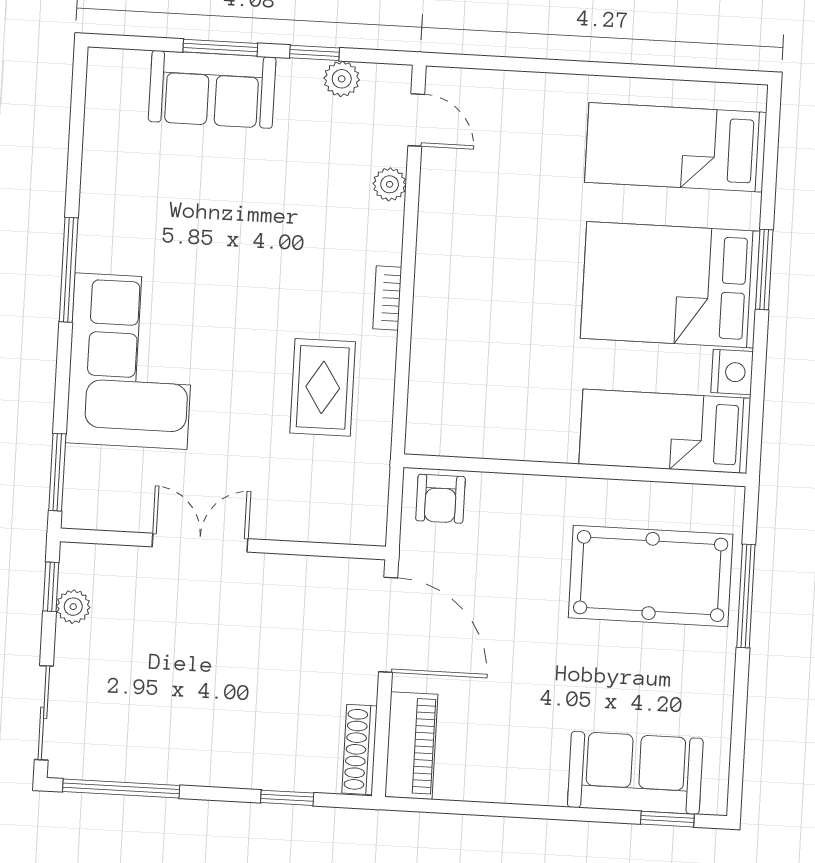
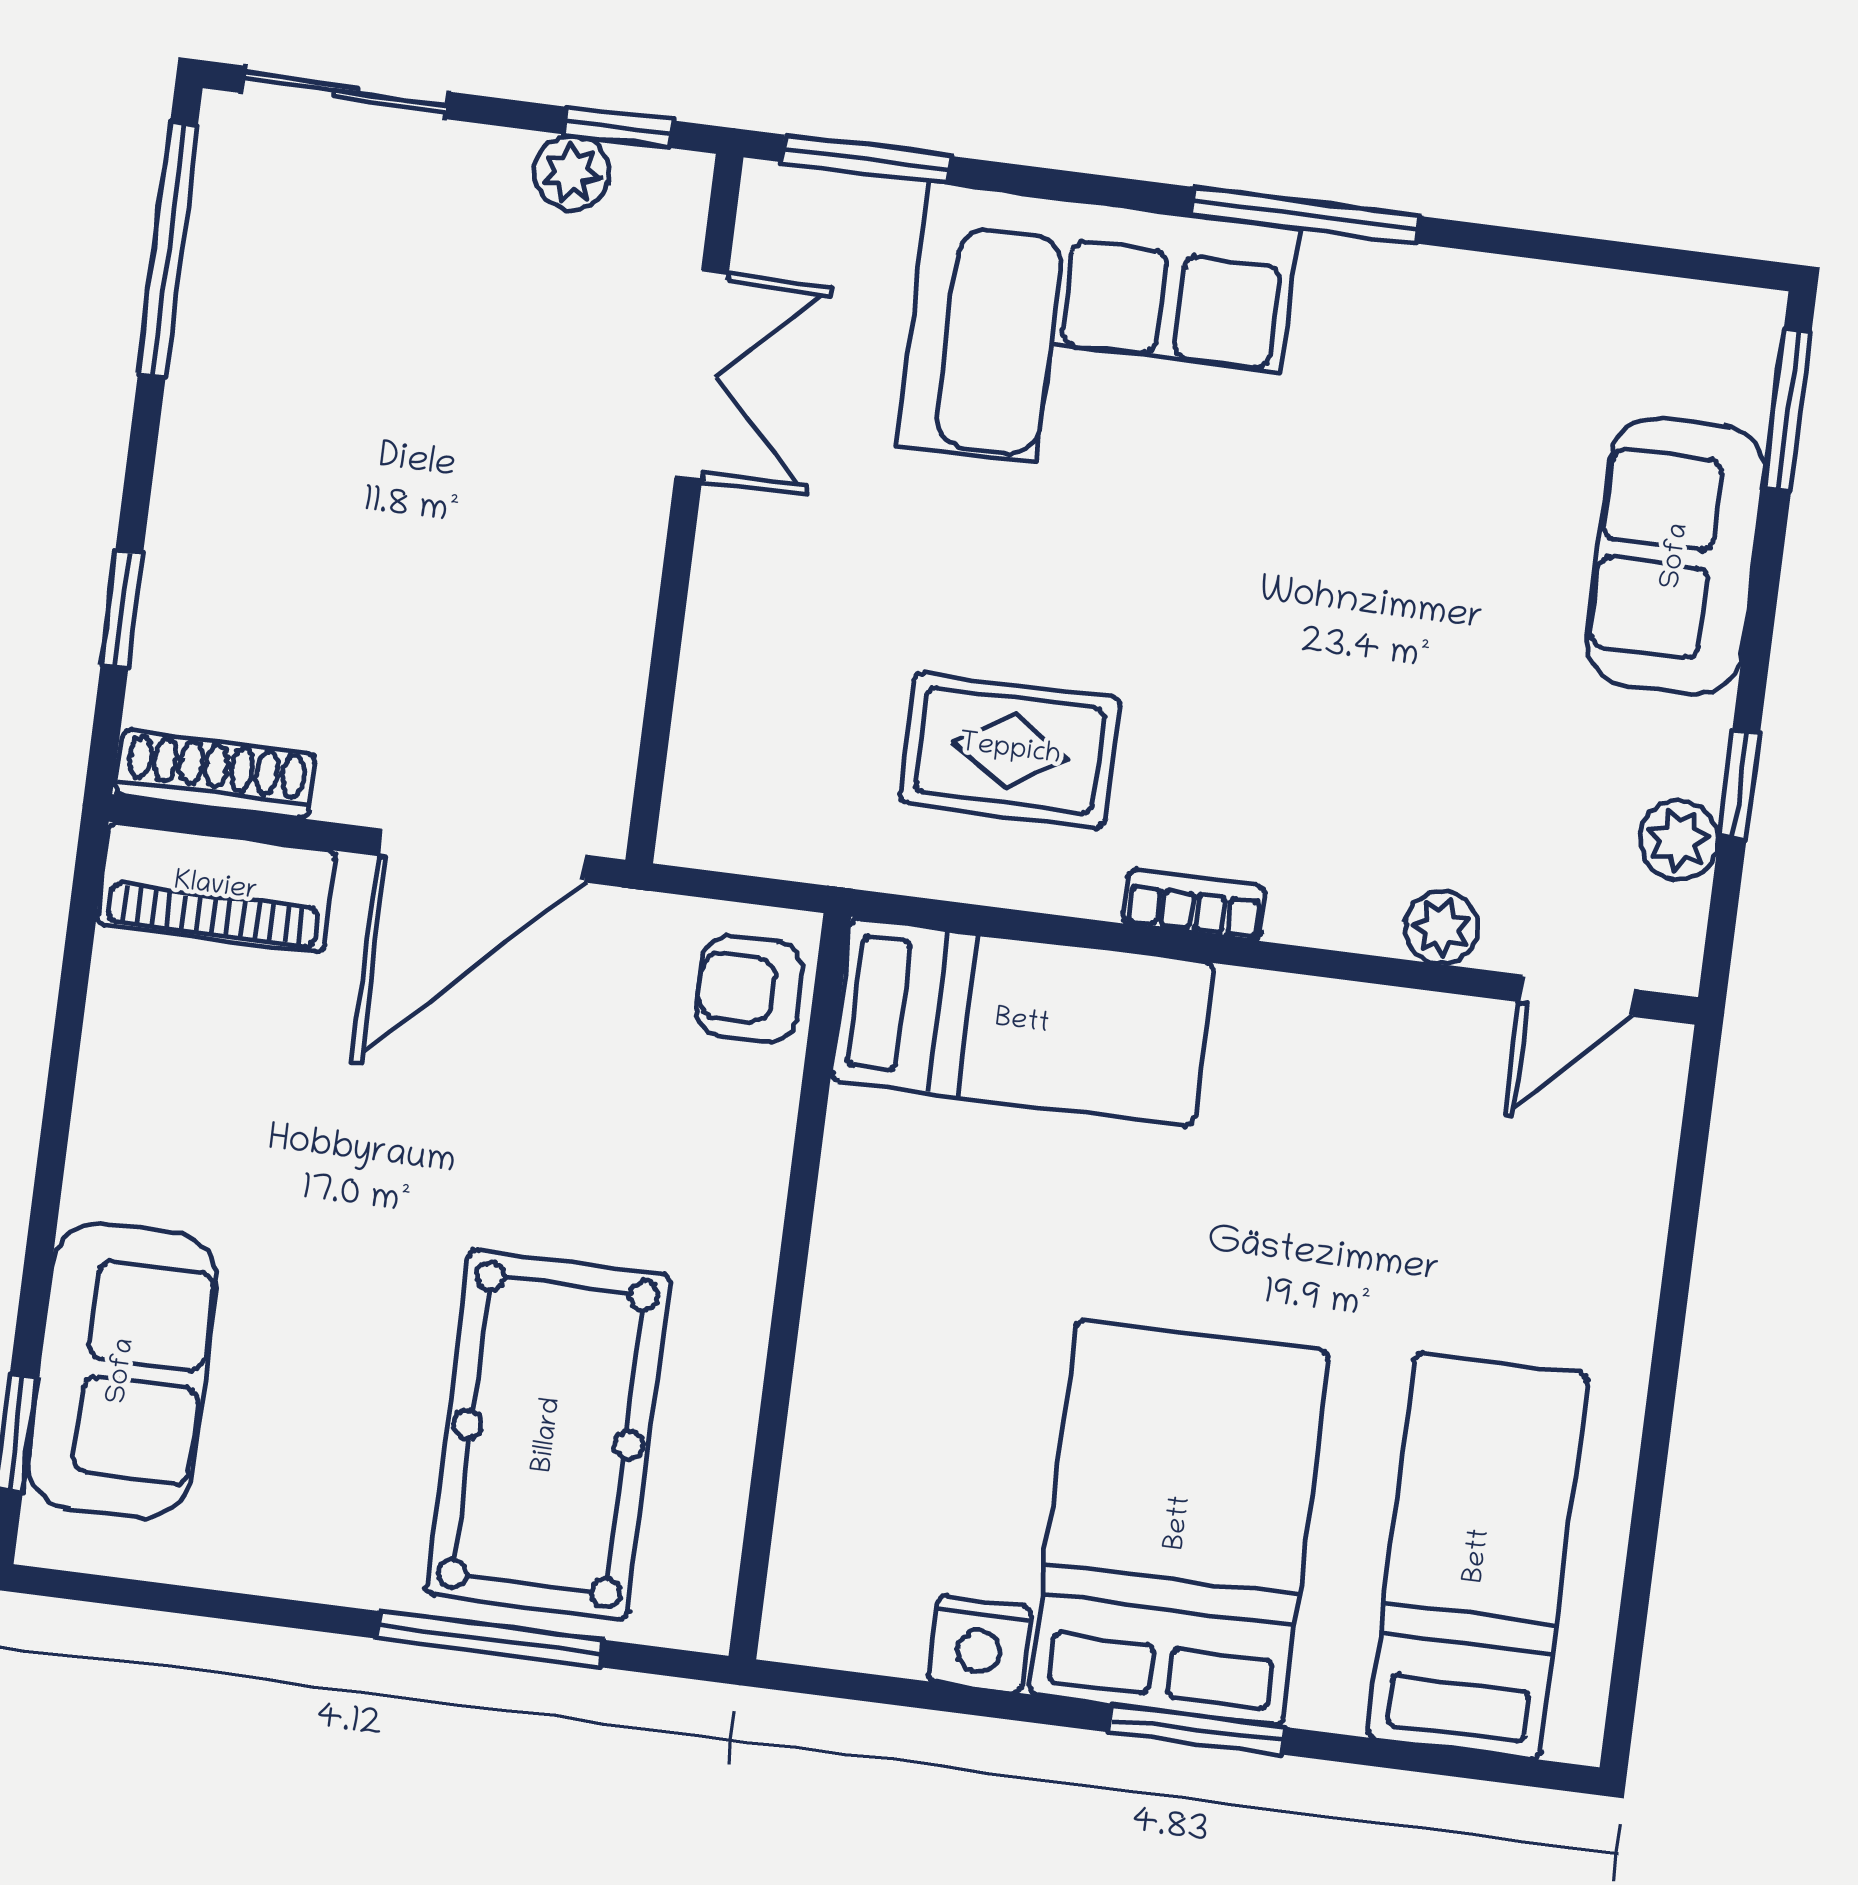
window: (220, 48) -> (1787, 410), moved
bed: (665, 431) -> (1022, 1022), moved, turned 90
double door: (200, 543) -> (702, 376), moved

